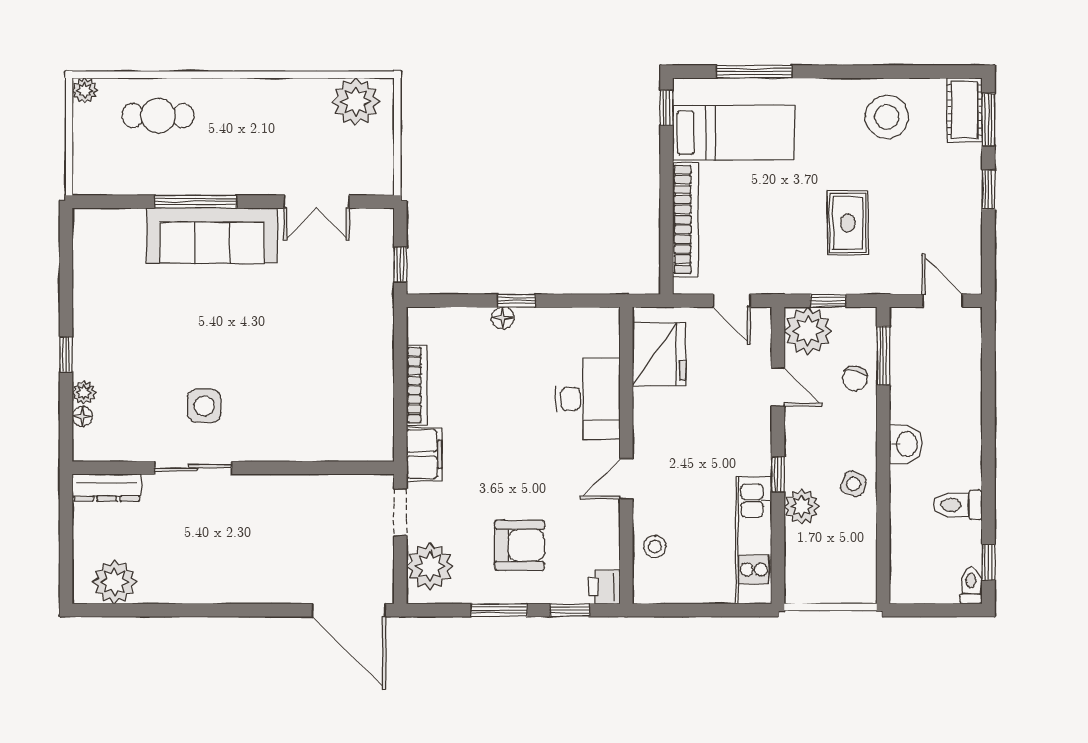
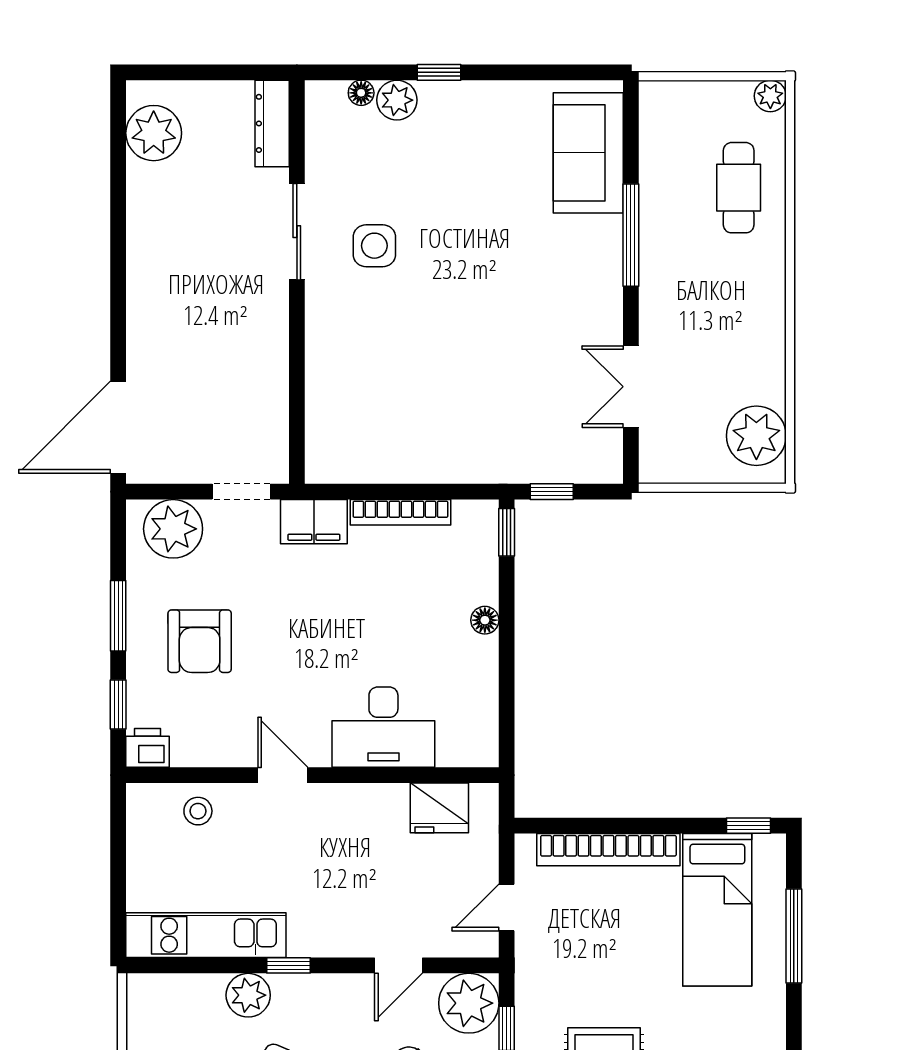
sofa: (212, 236) -> (588, 153), moved, width x0.73
window: (516, 301) -> (507, 532), moved
fridge: (659, 354) -> (439, 808), width x0.73, depth x0.75
plant: (84, 392) -> (397, 100), width x1.38, depth x1.38

